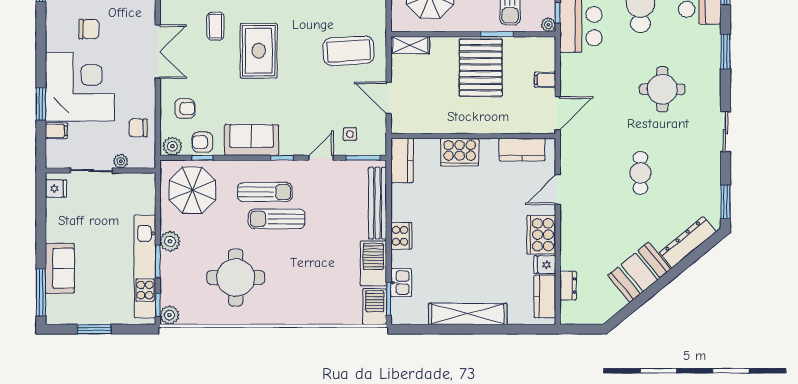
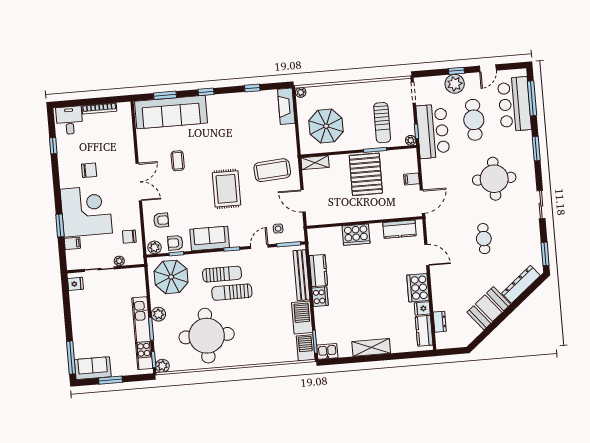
rug: (259, 51) -> (226, 189), moved
round table: (662, 89) -> (494, 179), width x1.36, depth x1.36
kitchen counter: (402, 160) -> (318, 271), moved
door: (558, 190) -> (427, 255), swing flipped
sofa: (60, 268) -> (93, 368), moved, turned -90
round table: (236, 278) -> (207, 336), width x1.36, depth x1.36
kitchen sink: (401, 283) -> (327, 351), moved, turned -90
shelving: (468, 314) -> (371, 347), width x0.68

